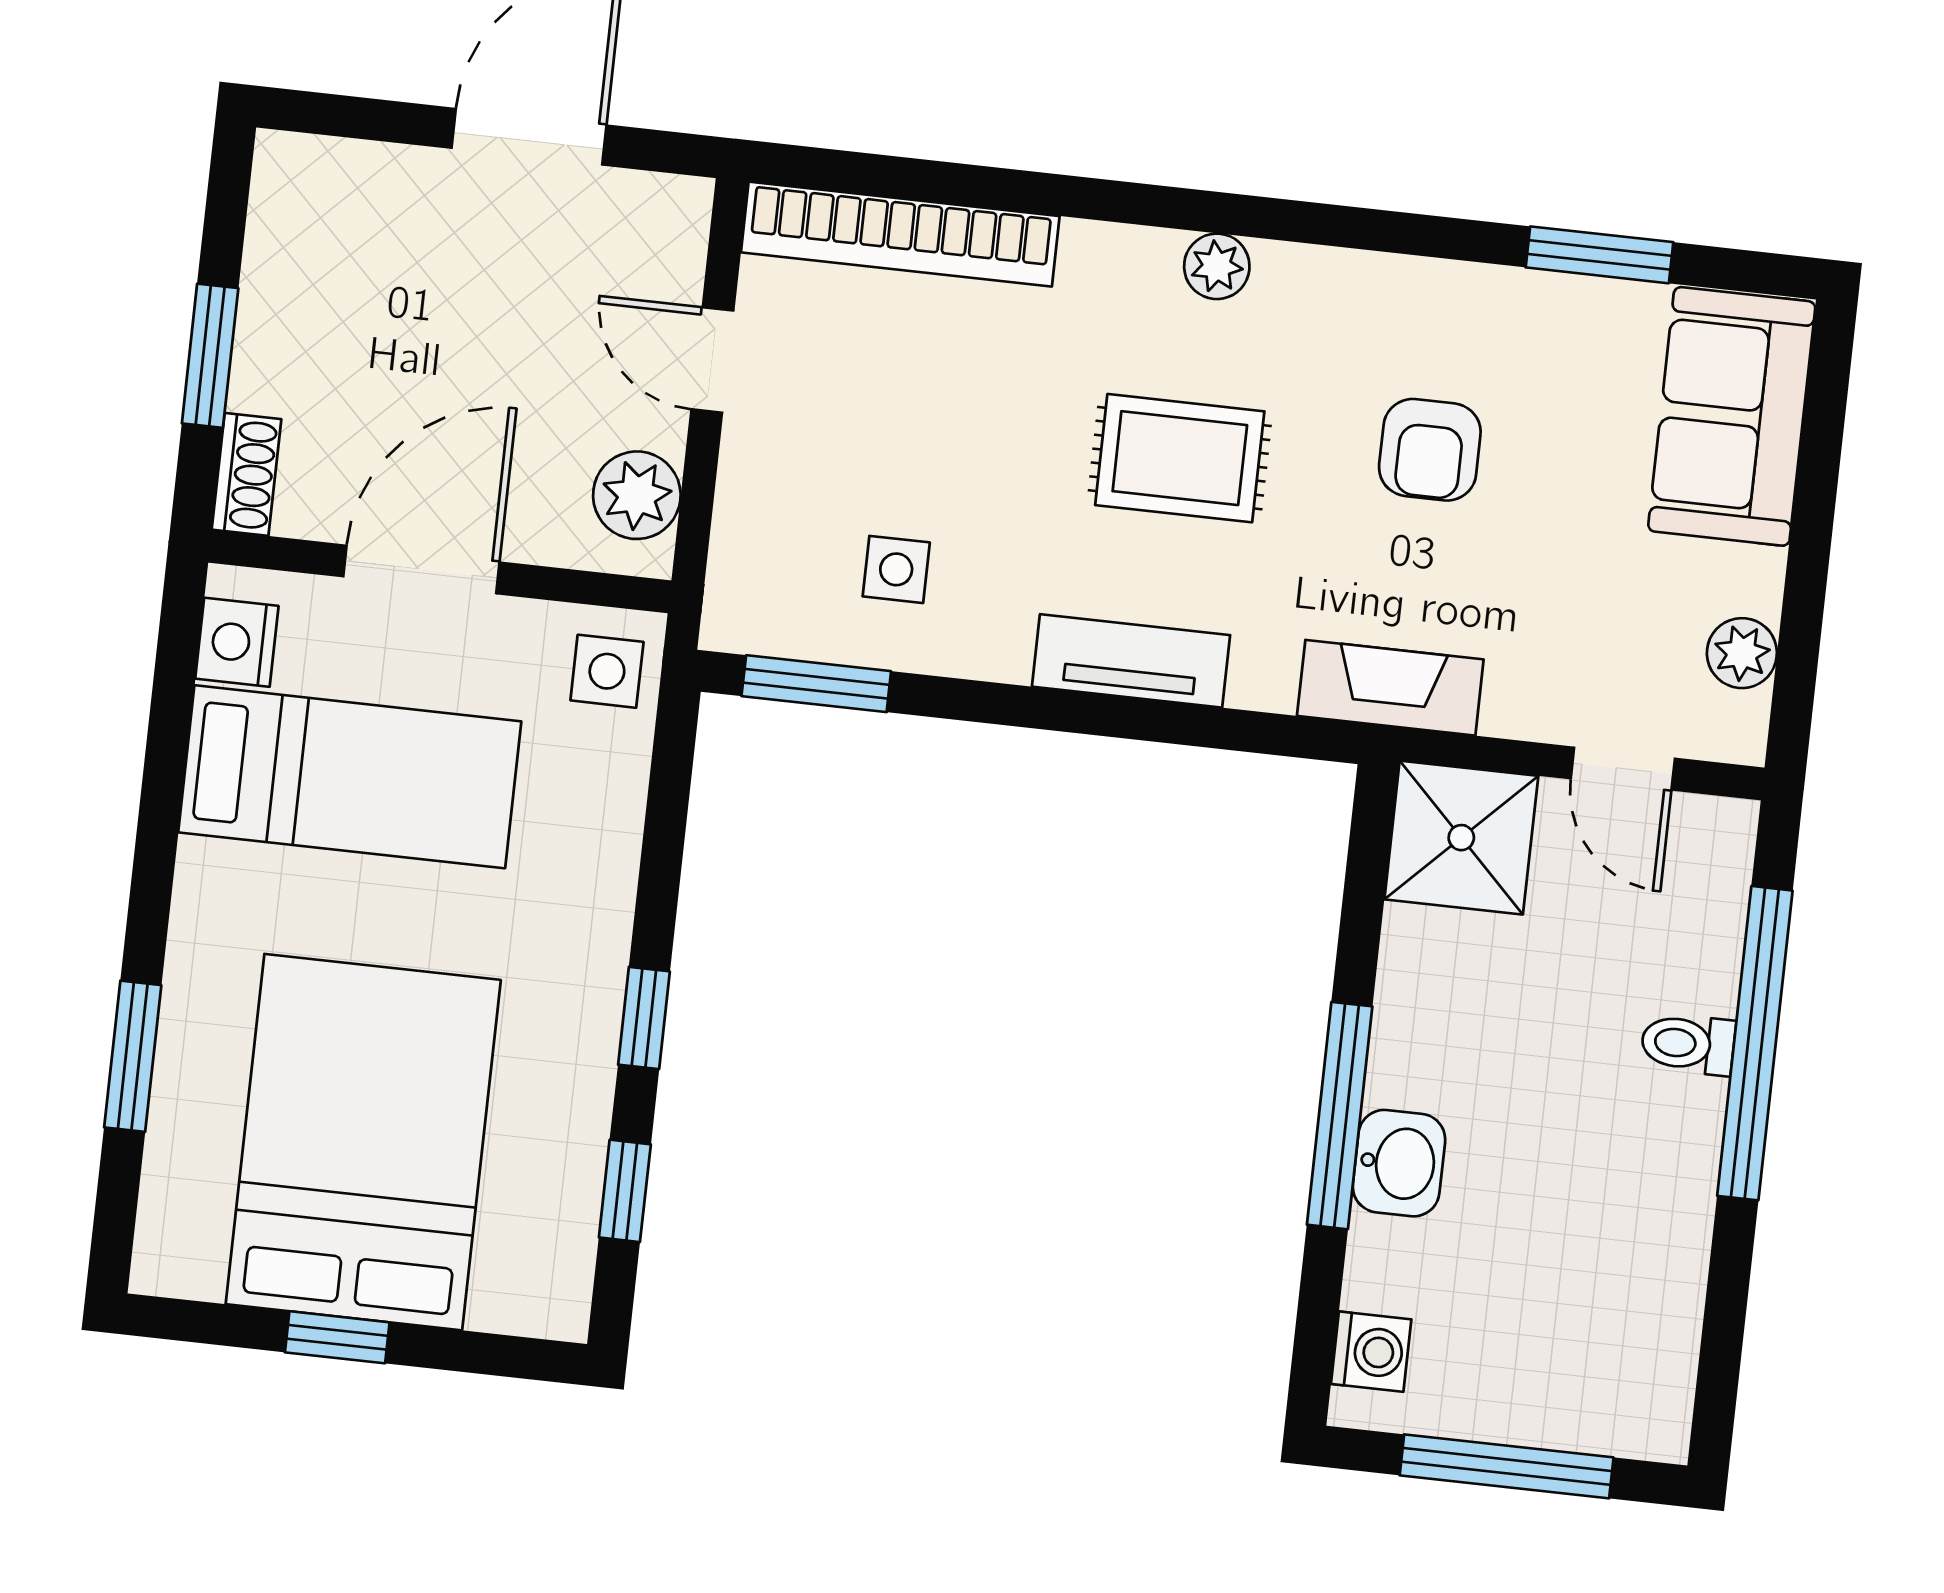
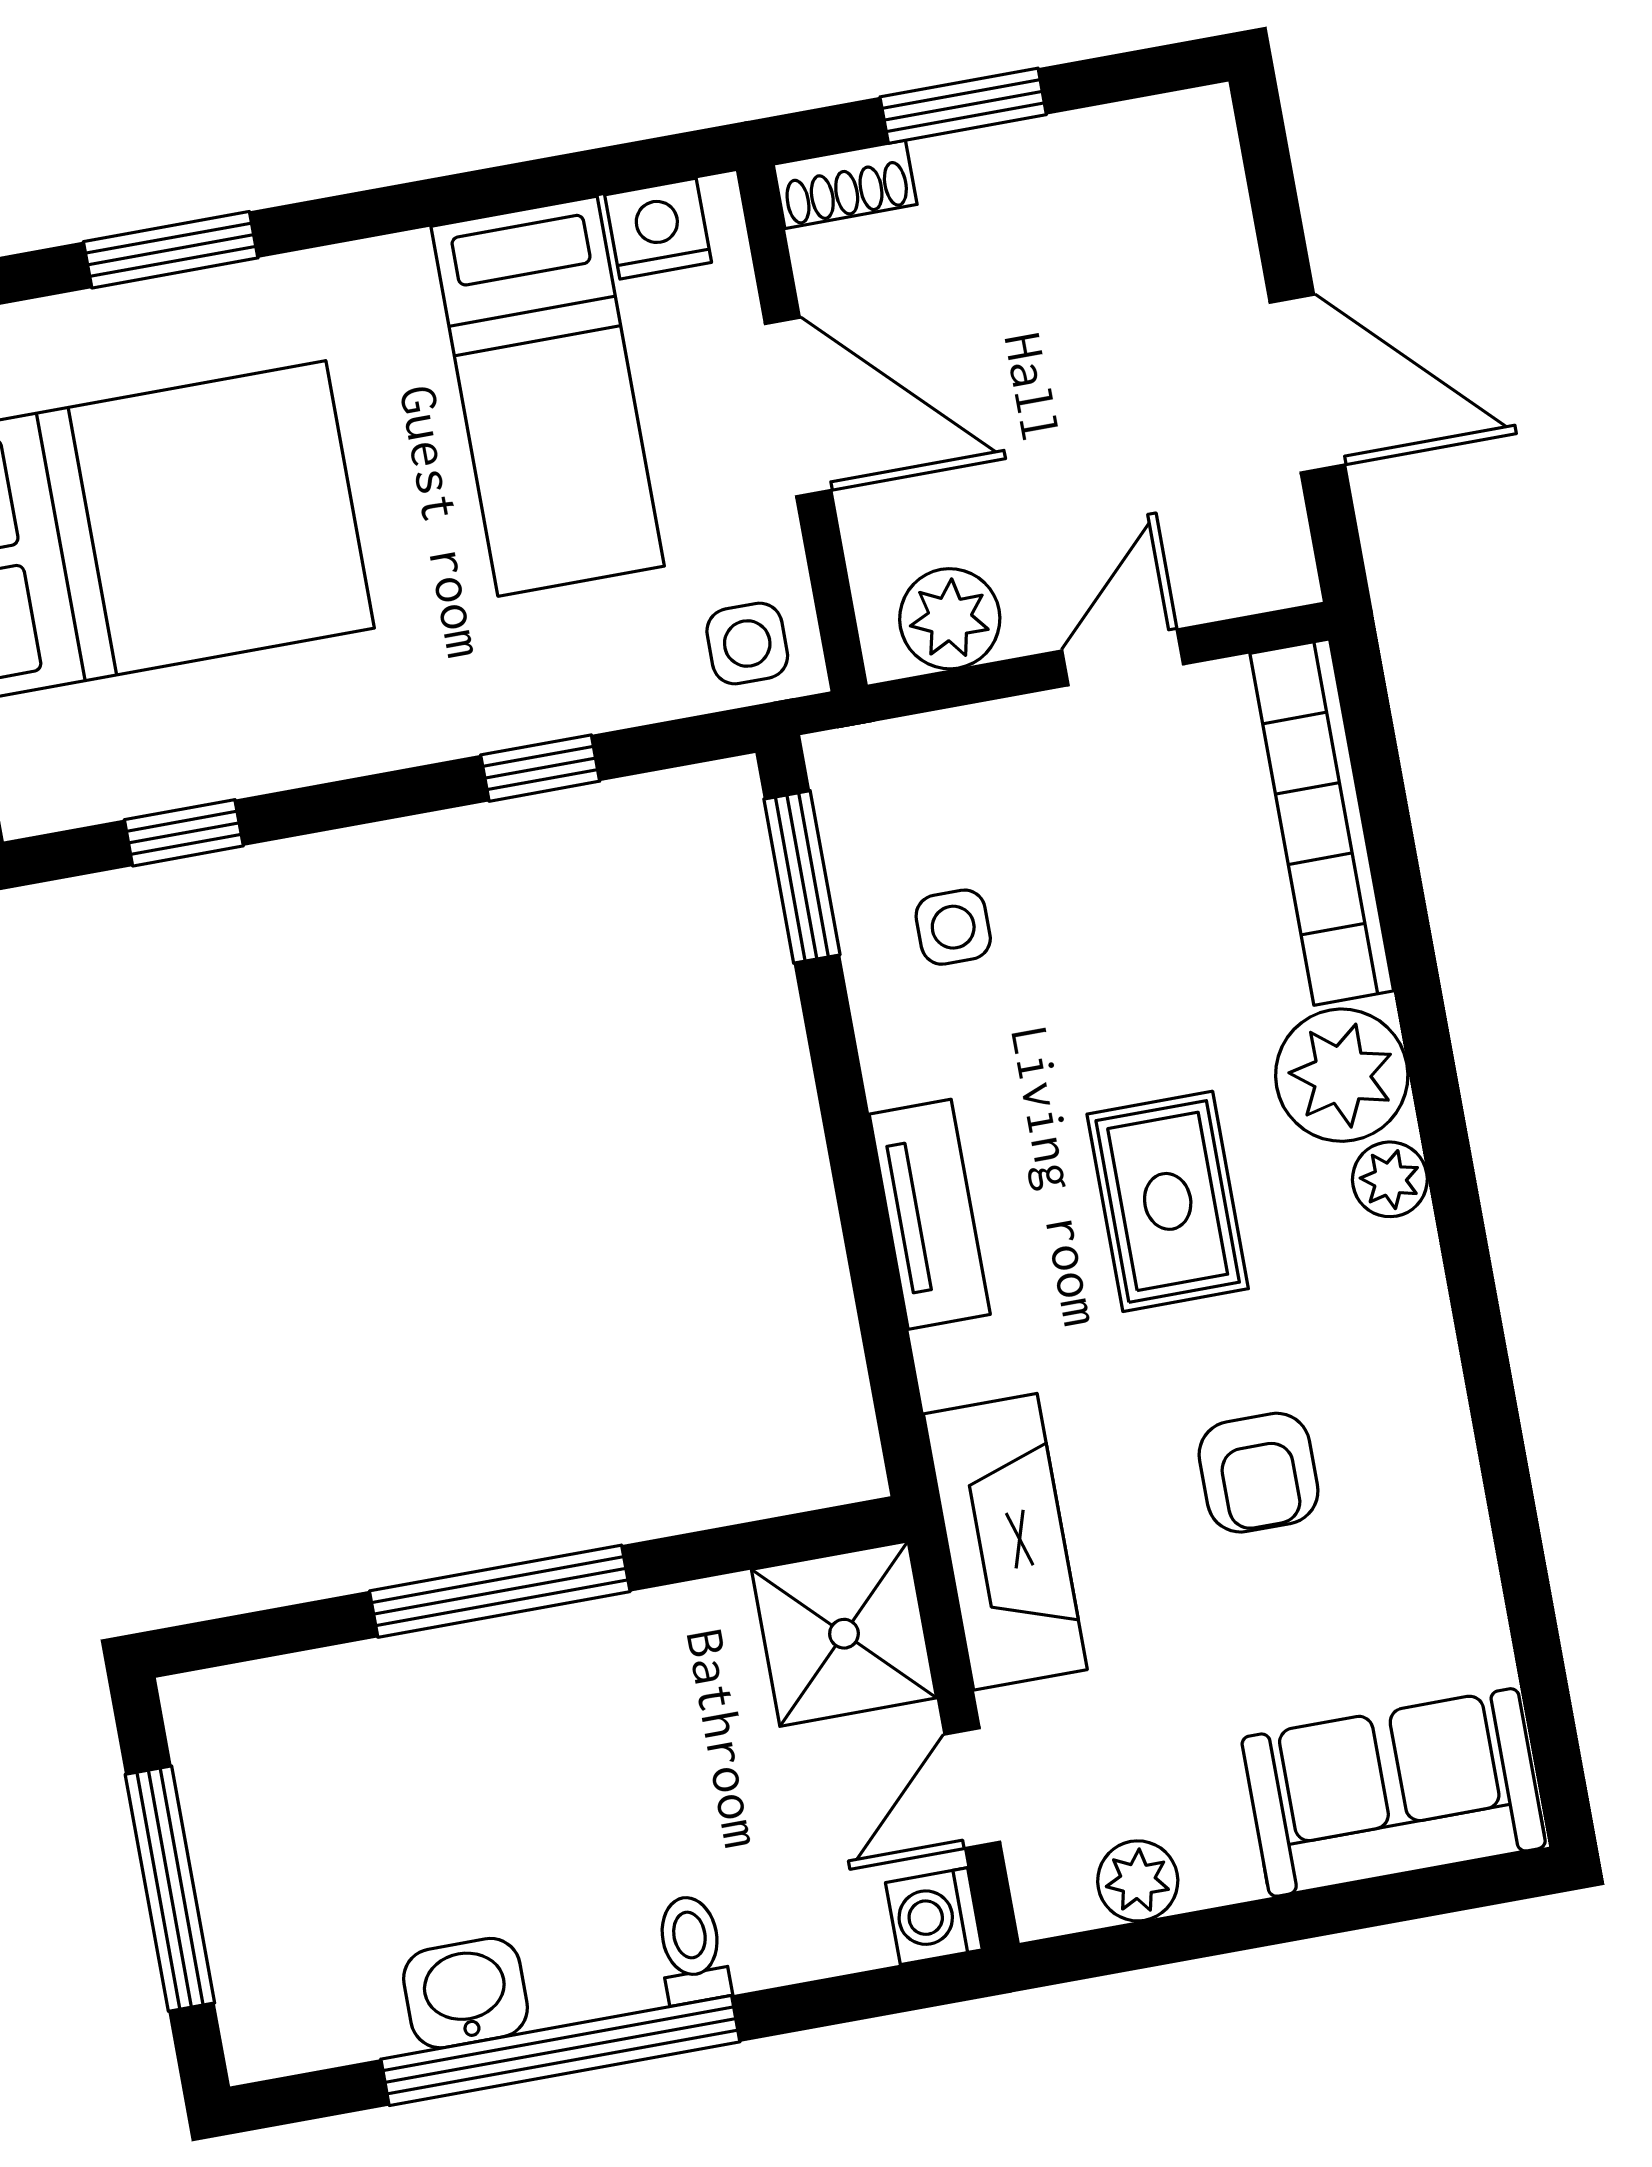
window: (1599, 255) -> (1527, 1595), removed
plant: (1117, 281) -> (1342, 1075), added
armchair: (1430, 450) -> (1259, 1473), turned -90
fireplace: (1390, 688) -> (1005, 1542), width x1.37, depth x1.32
window: (644, 1018) -> (540, 768), moved
window: (1755, 1043) -> (560, 2050), moved
washbasin: (1399, 1163) -> (466, 1993), moved, turned 180
washing machine: (1371, 1352) -> (934, 1916), moved, turned 90

